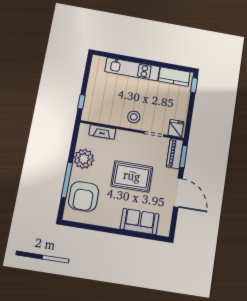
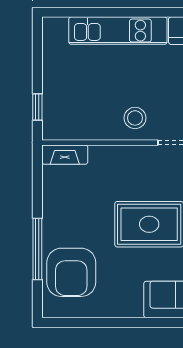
fireplace: (102, 132) -> (65, 155), moved
plant: (84, 159) -> (60, 207), removed

